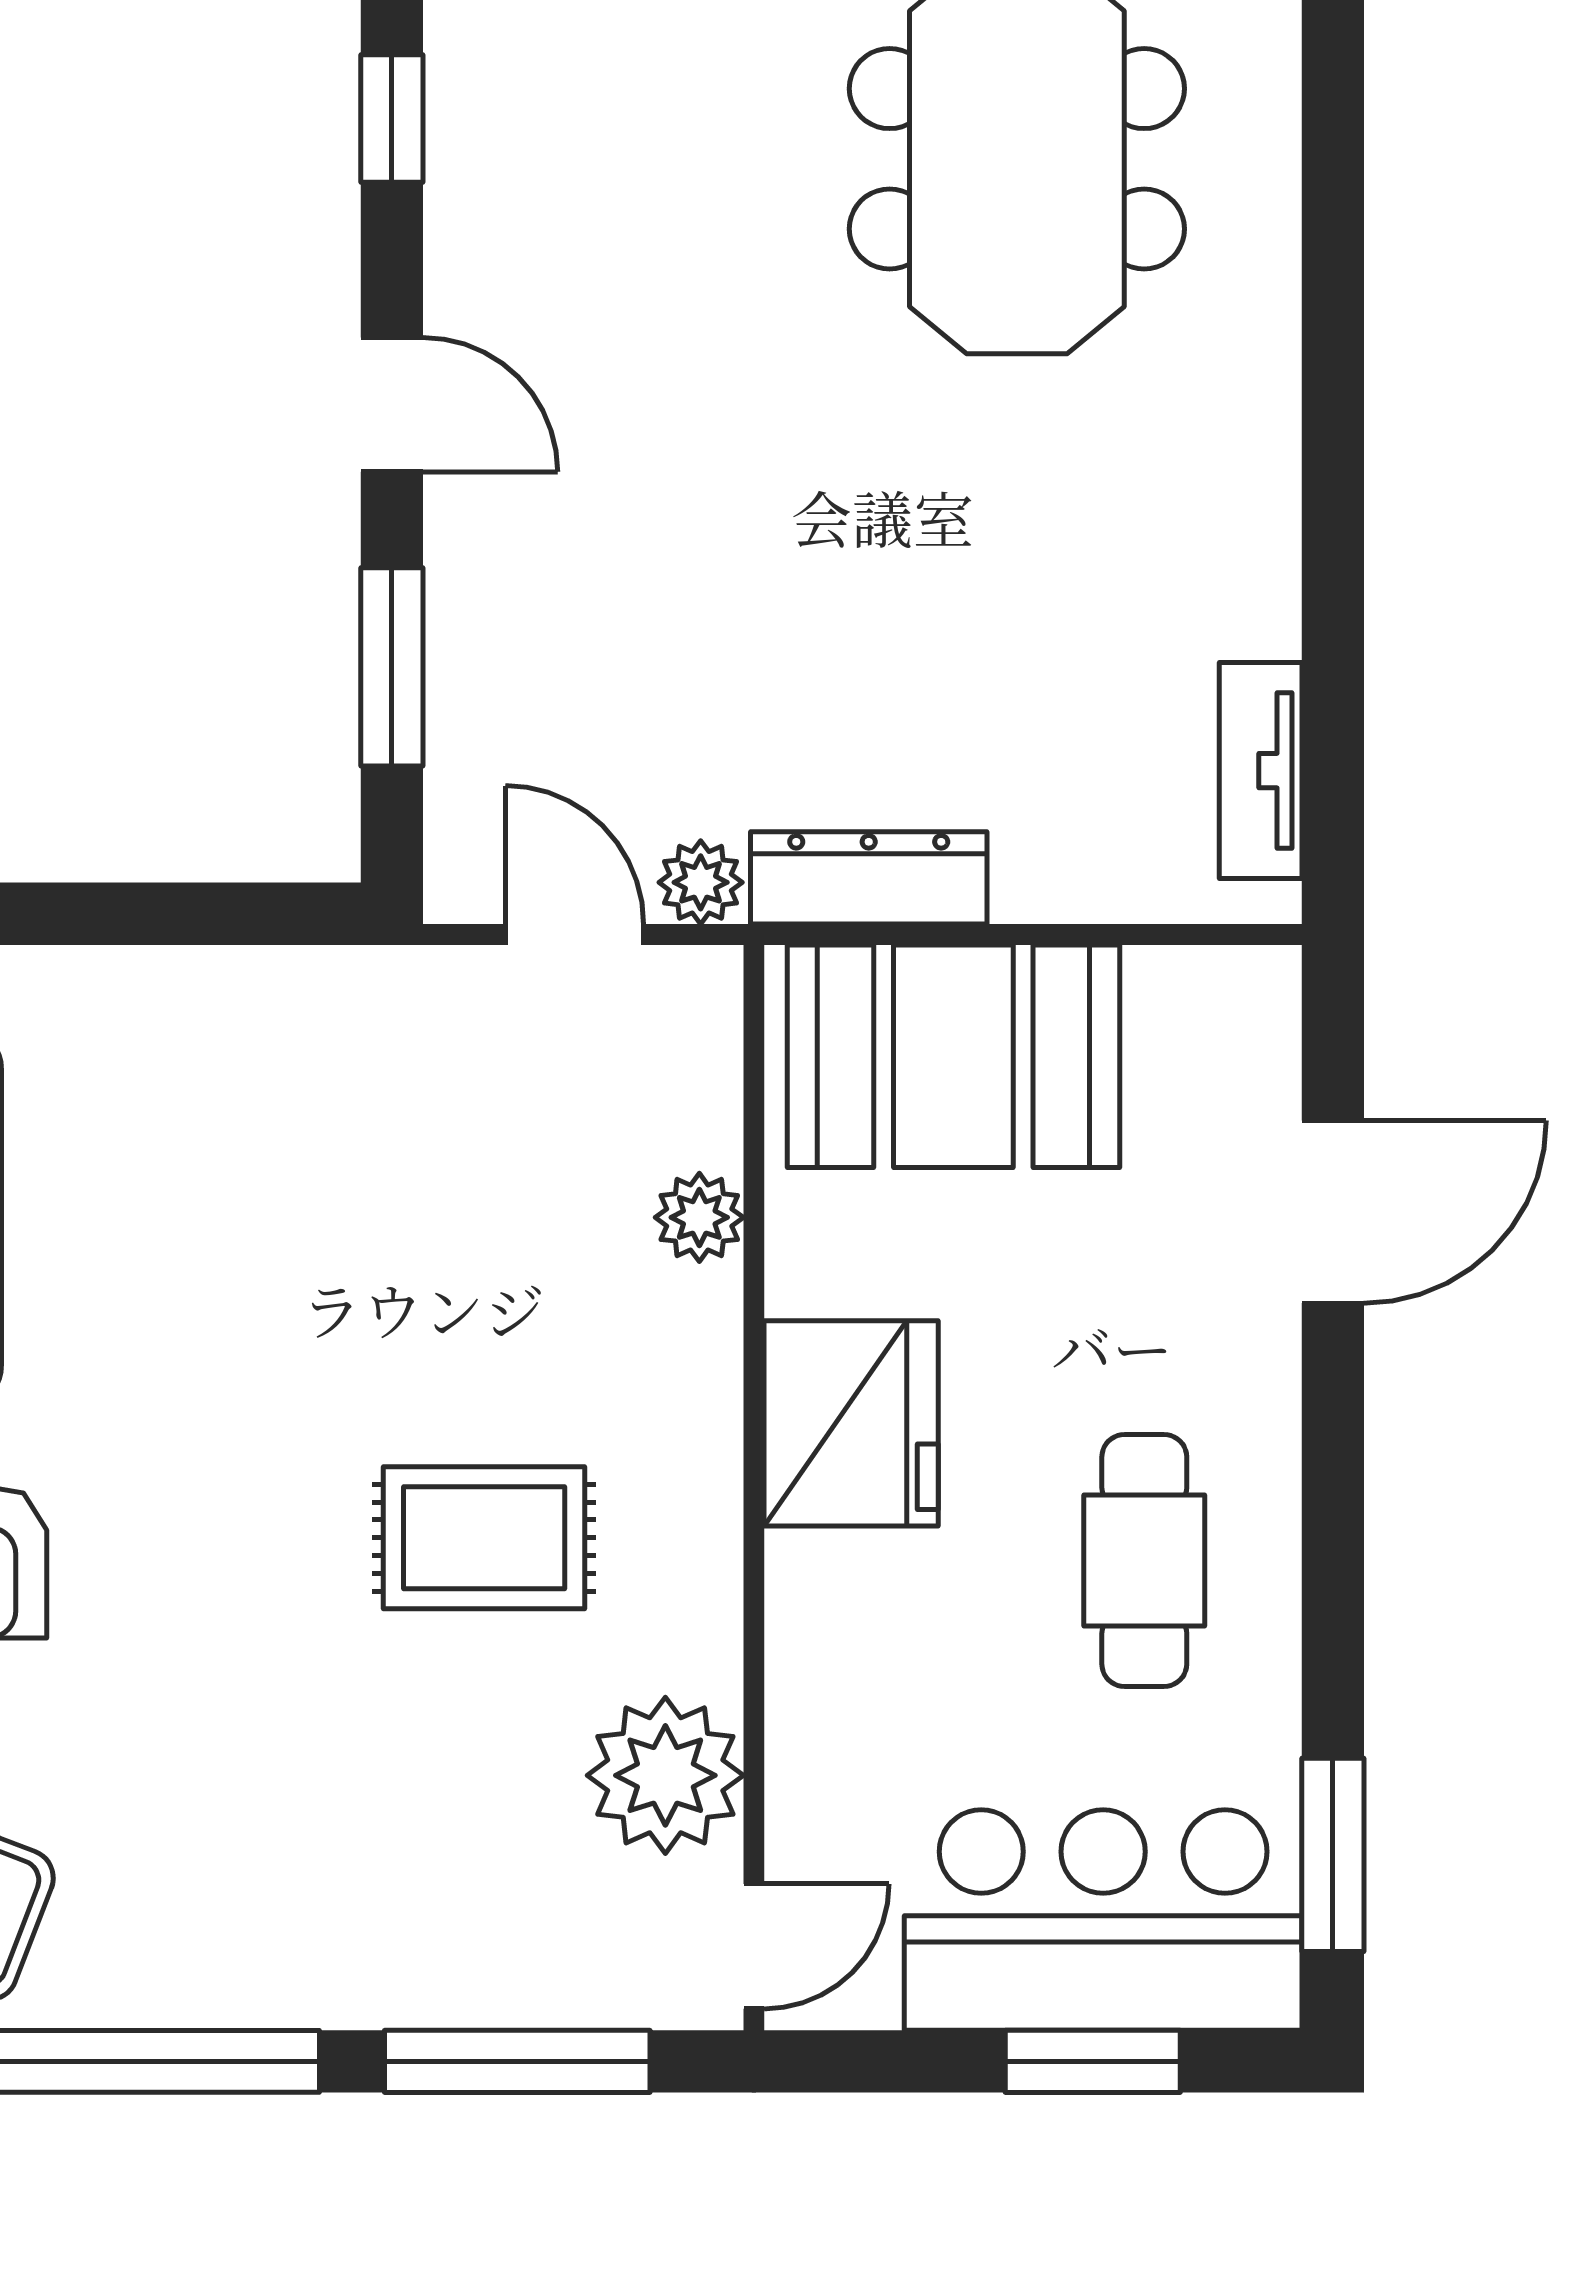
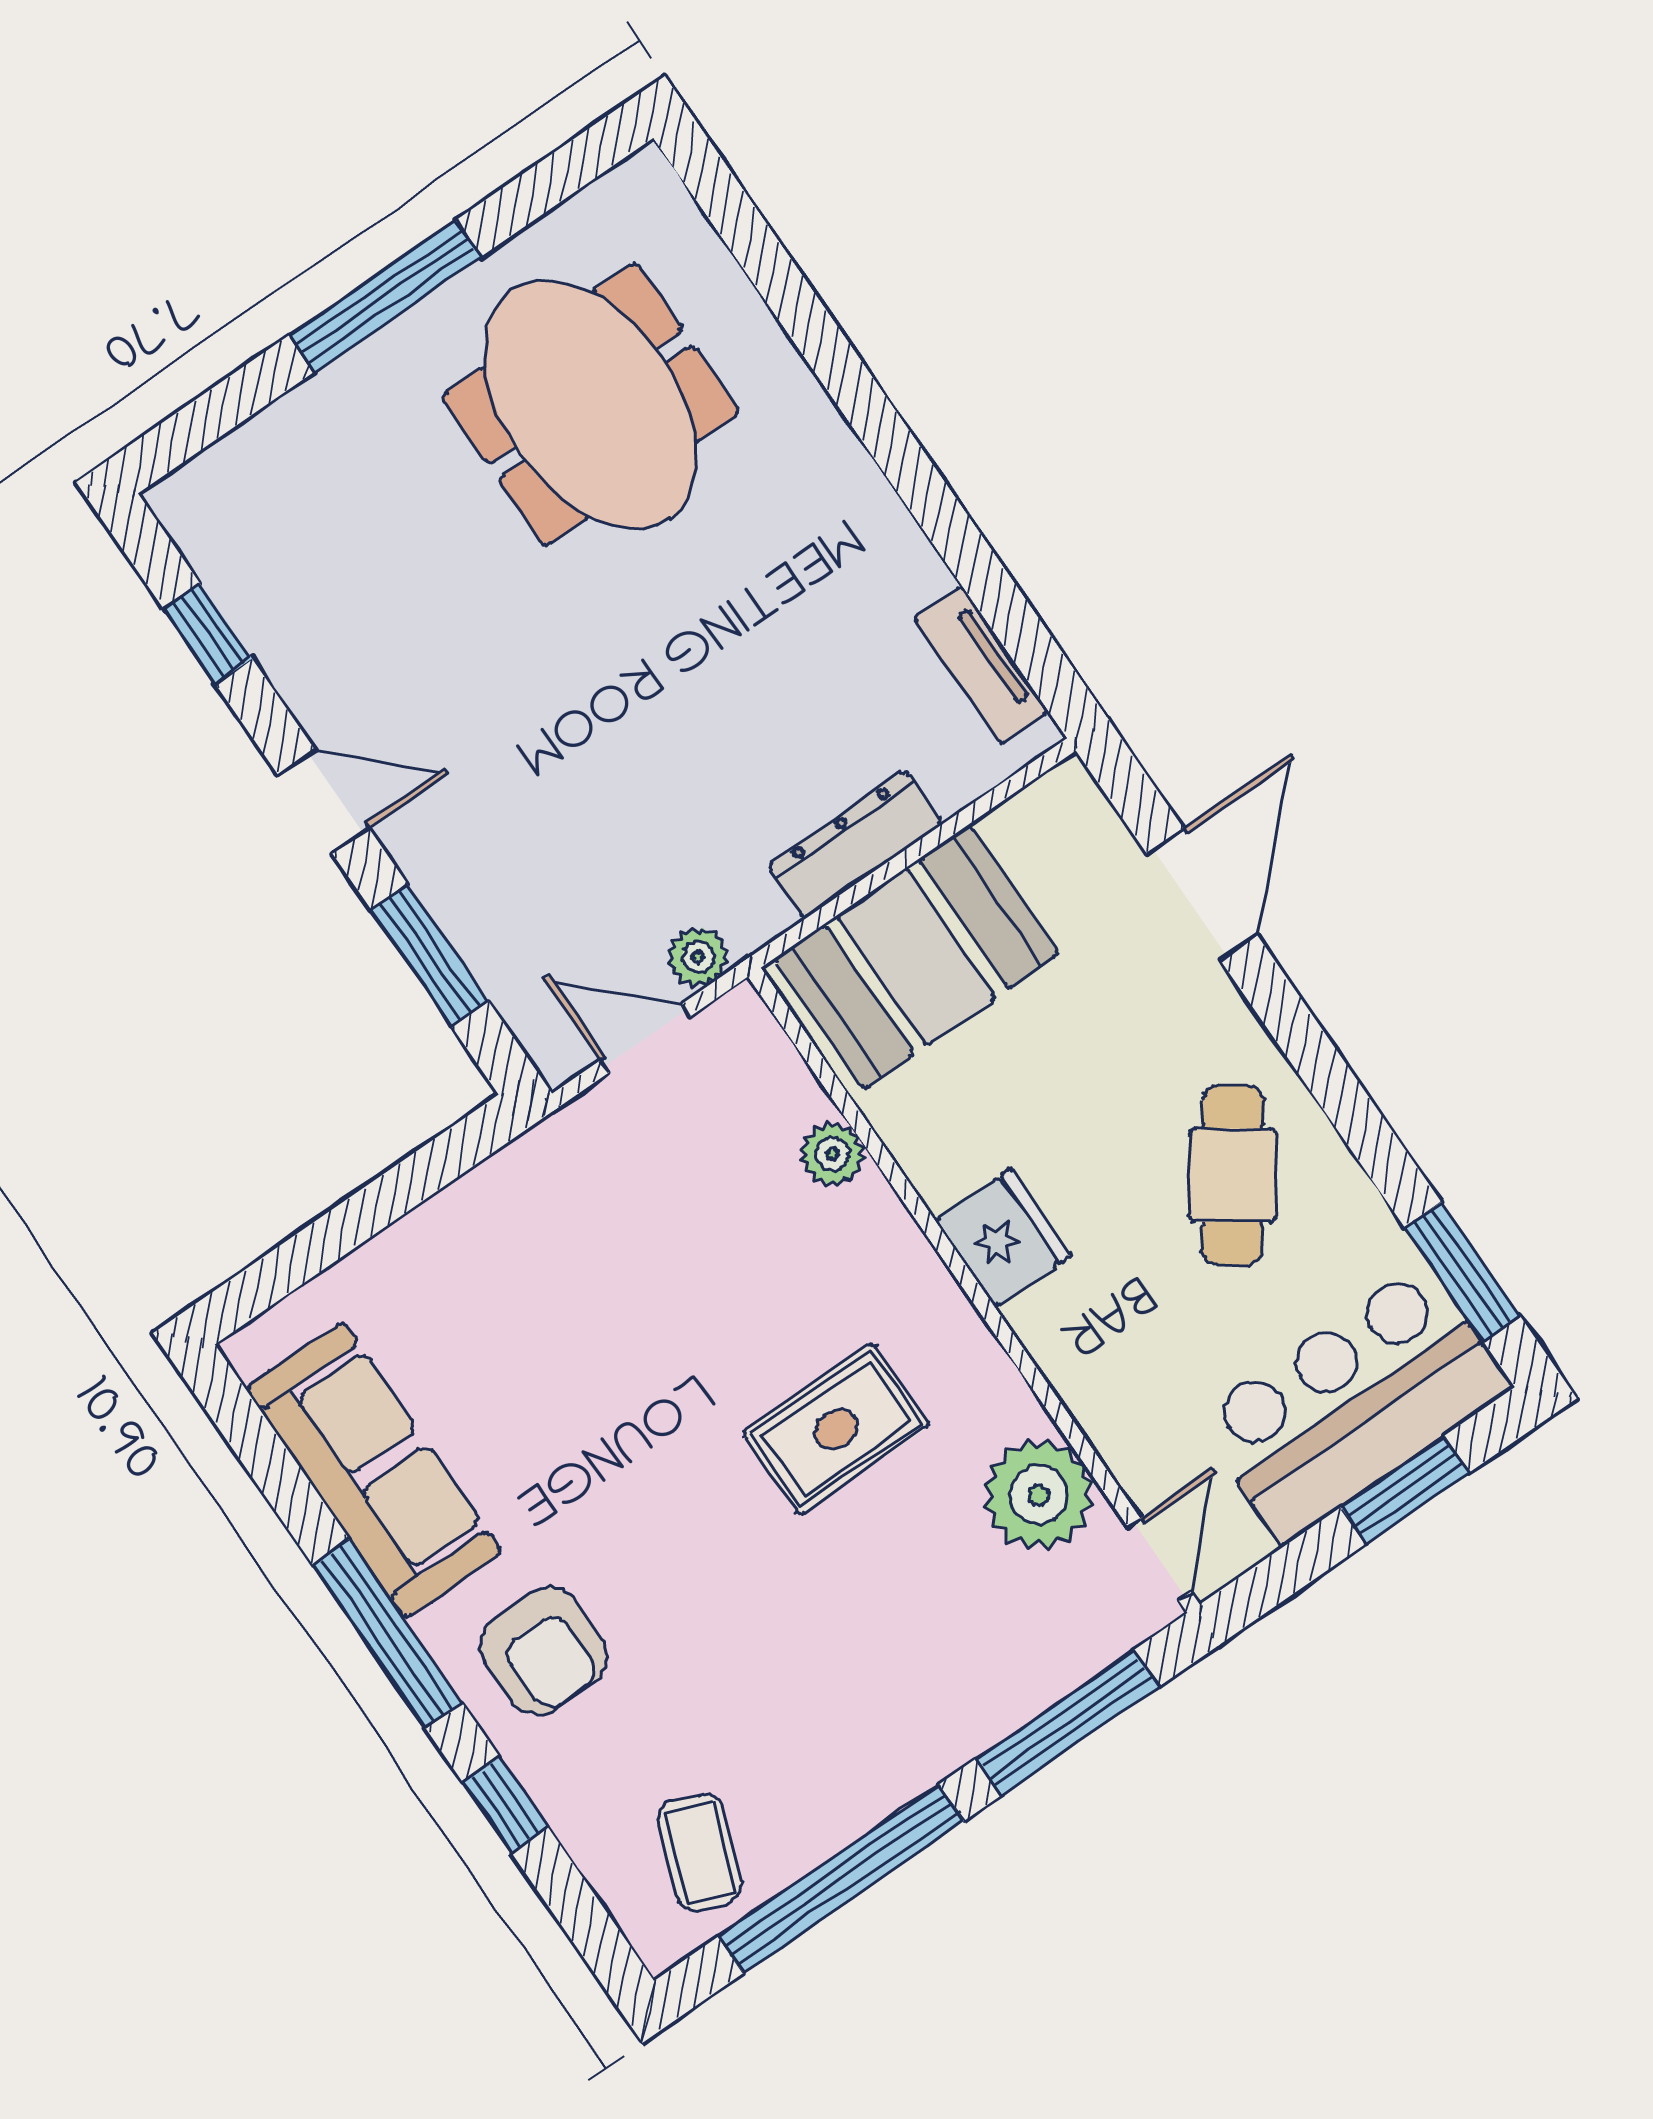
dresser: (869, 878) -> (855, 844), moved
fridge: (851, 1423) -> (1003, 1238), width x0.73, depth x0.75
cafe table: (1144, 1560) -> (1233, 1175), turned 35

